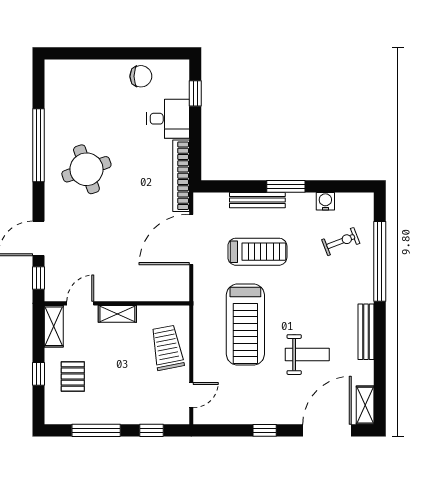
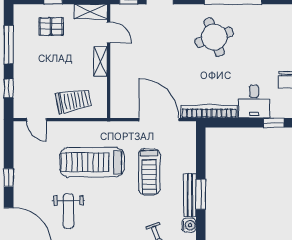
bench: (257, 200) -> (190, 195), moved

